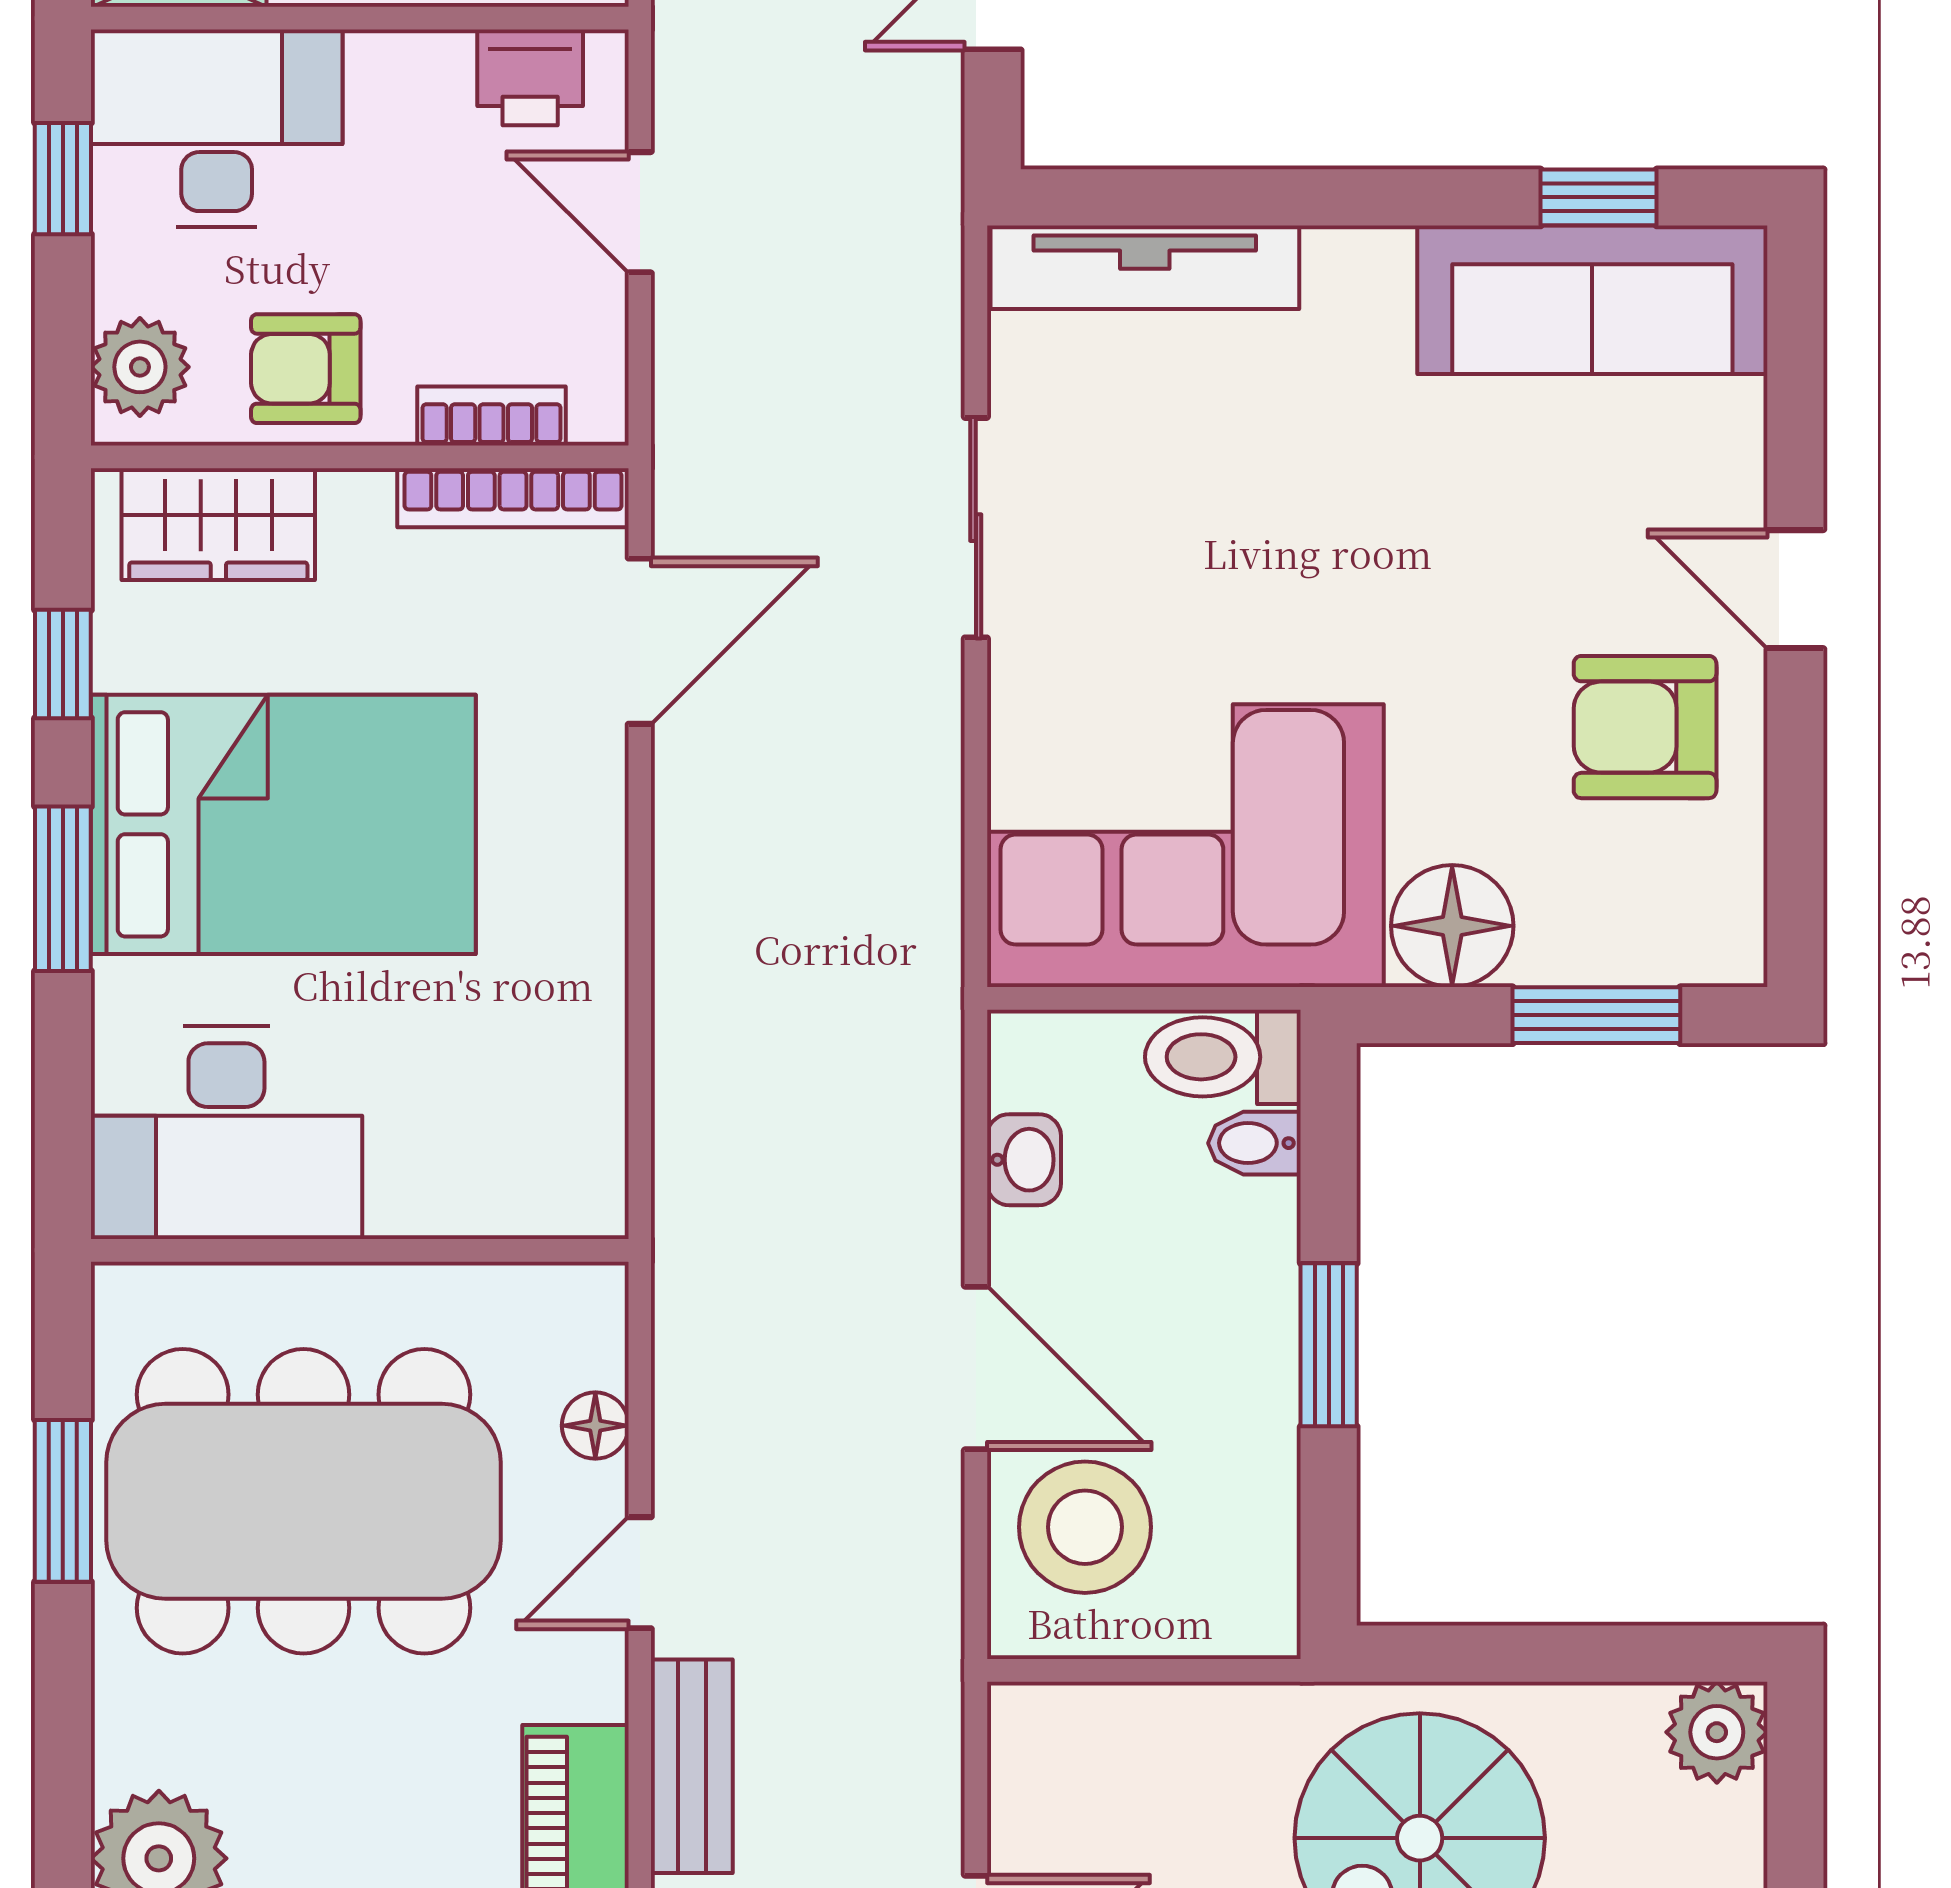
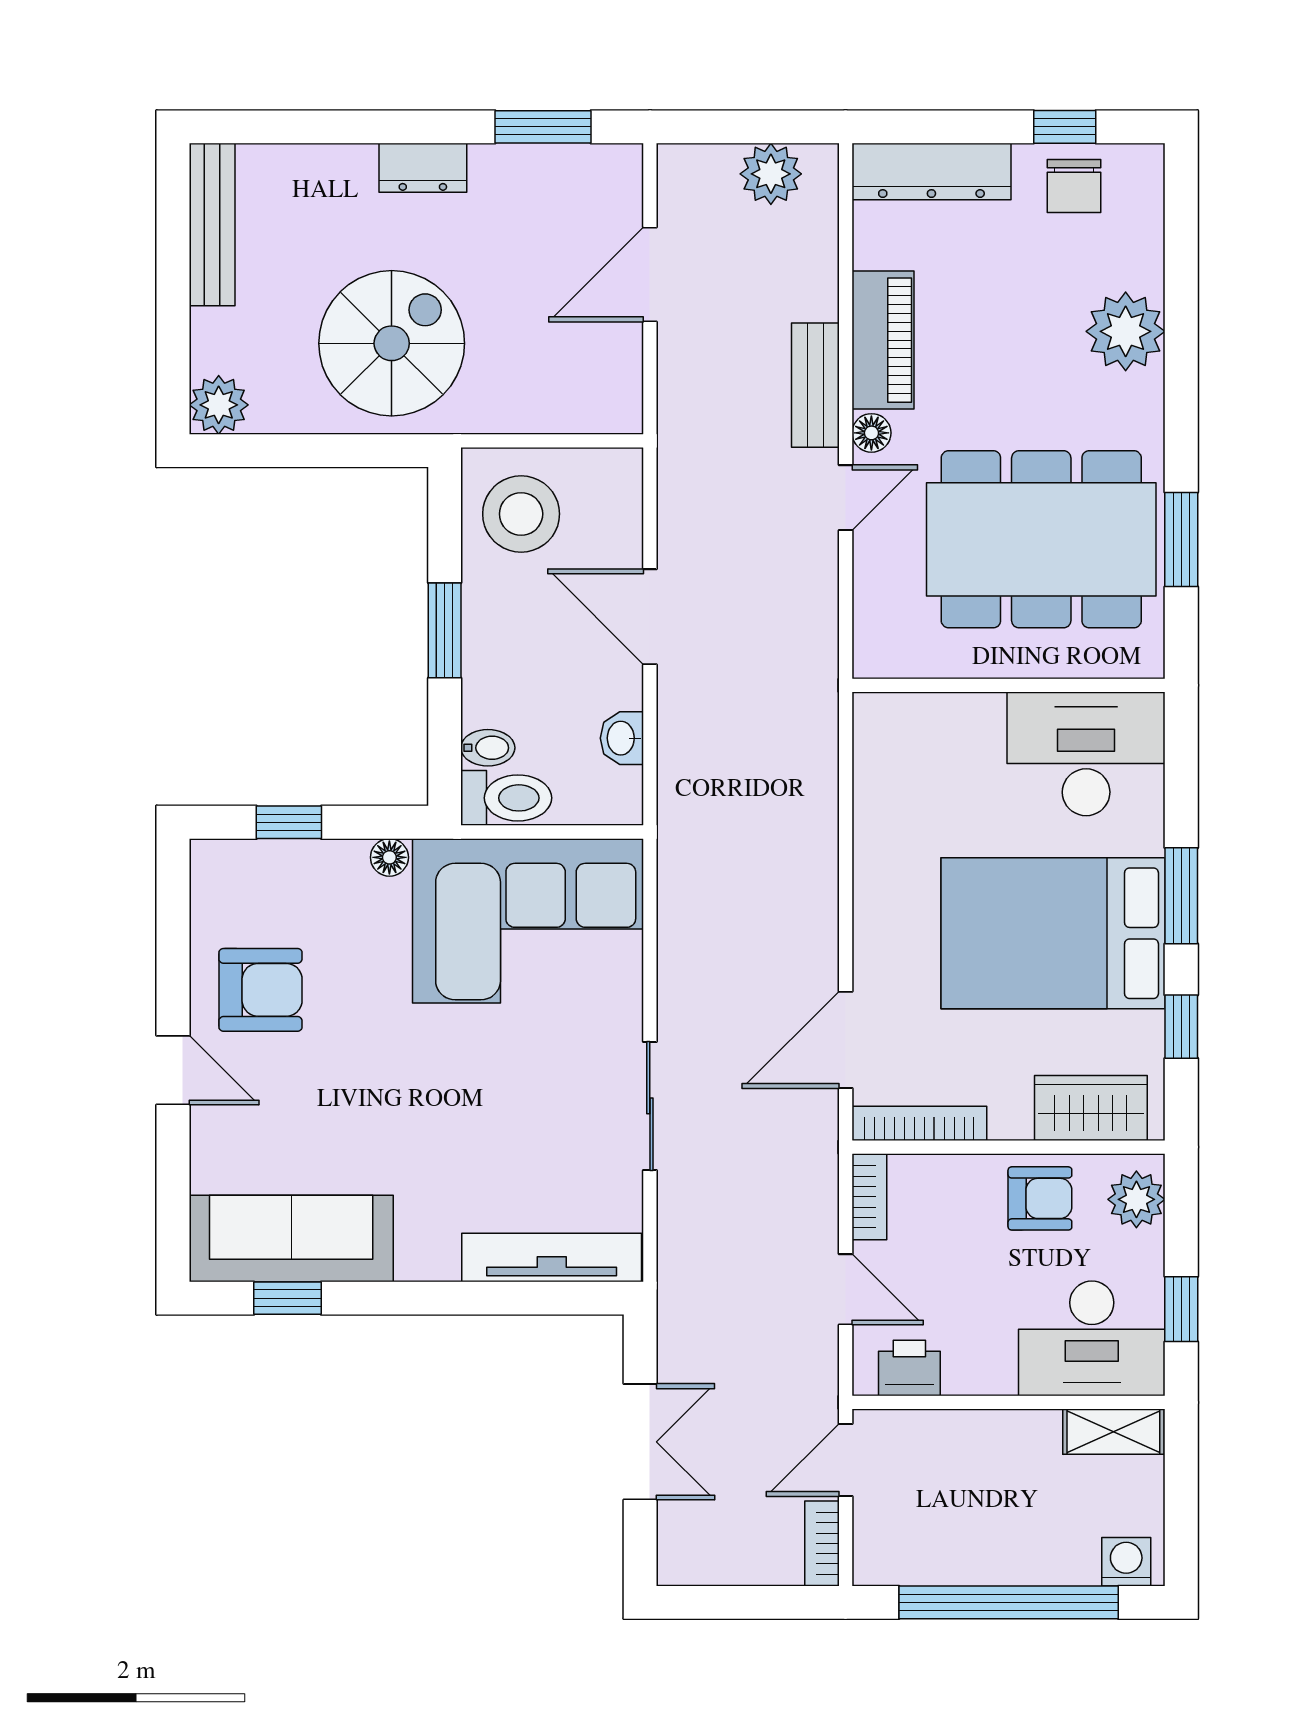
bookcase: (492, 416) -> (869, 1197), moved, turned -90
floor lamp: (1452, 926) -> (389, 857), width x0.53, depth x0.53
window: (1596, 1015) -> (289, 822), width x0.67
floor lamp: (595, 1426) -> (871, 433), moved
stool: (1085, 1527) -> (521, 514), moved

